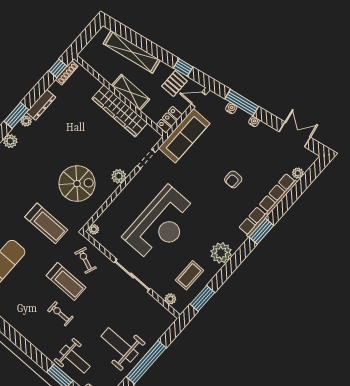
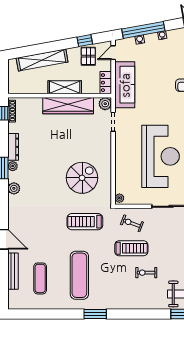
window: (242, 103) -> (143, 30), width x1.46
plant: (119, 176) -> (105, 104), moved
treadmill: (46, 223) -> (85, 222), turned 180

